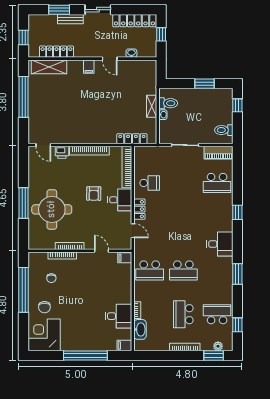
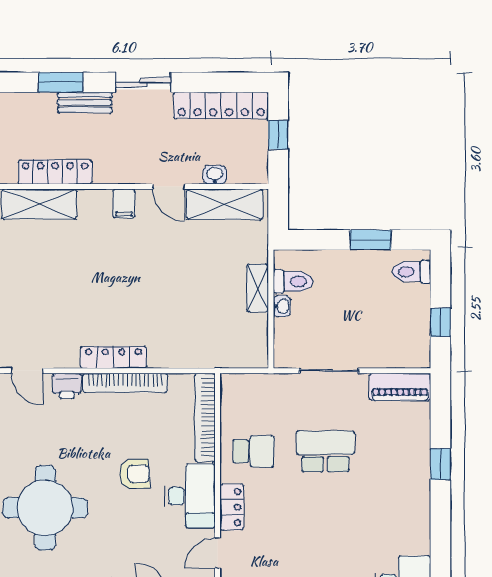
shelving: (136, 67) -> (225, 204), added
window: (237, 105) -> (440, 322), moved
toilet: (224, 130) -> (411, 272), moved
locker: (132, 139) -> (113, 357), moved
school desk: (217, 183) -> (325, 451), moved, turned 180
armchair: (94, 194) -> (134, 474), turned -93
desk: (120, 200) -> (190, 496), width x1.37
window: (237, 212) -> (440, 464), moved
door: (133, 231) -> (218, 553), swing flipped

